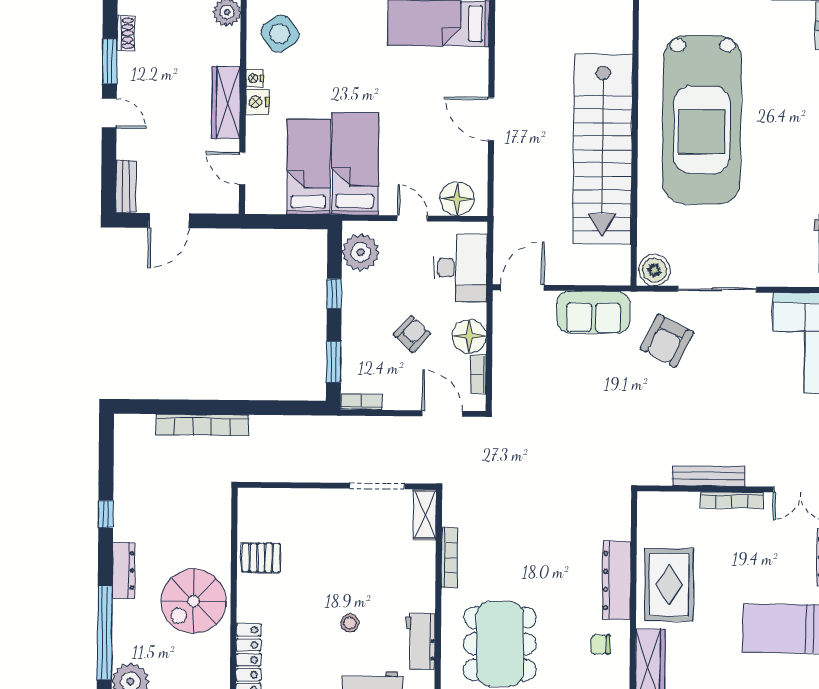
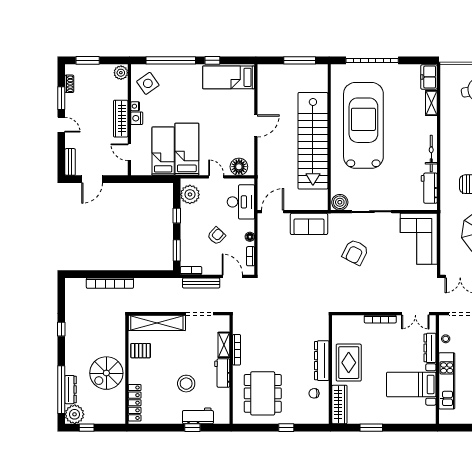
door: (491, 119) -> (256, 126), swing flipped
car: (702, 120) -> (363, 125), turned 180
floor lamp: (469, 336) -> (250, 237), width x0.53, depth x0.53
armchair: (667, 341) -> (355, 252), moved
bench: (709, 476) -> (201, 283), moved
shelving: (293, 504) -> (157, 323), added
shelving: (425, 515) -> (224, 345), moved
dresser: (123, 571) -> (71, 390), moved
stool: (350, 623) -> (186, 384), width x1.89, depth x1.89
workbench: (420, 641) -> (222, 373), moved

